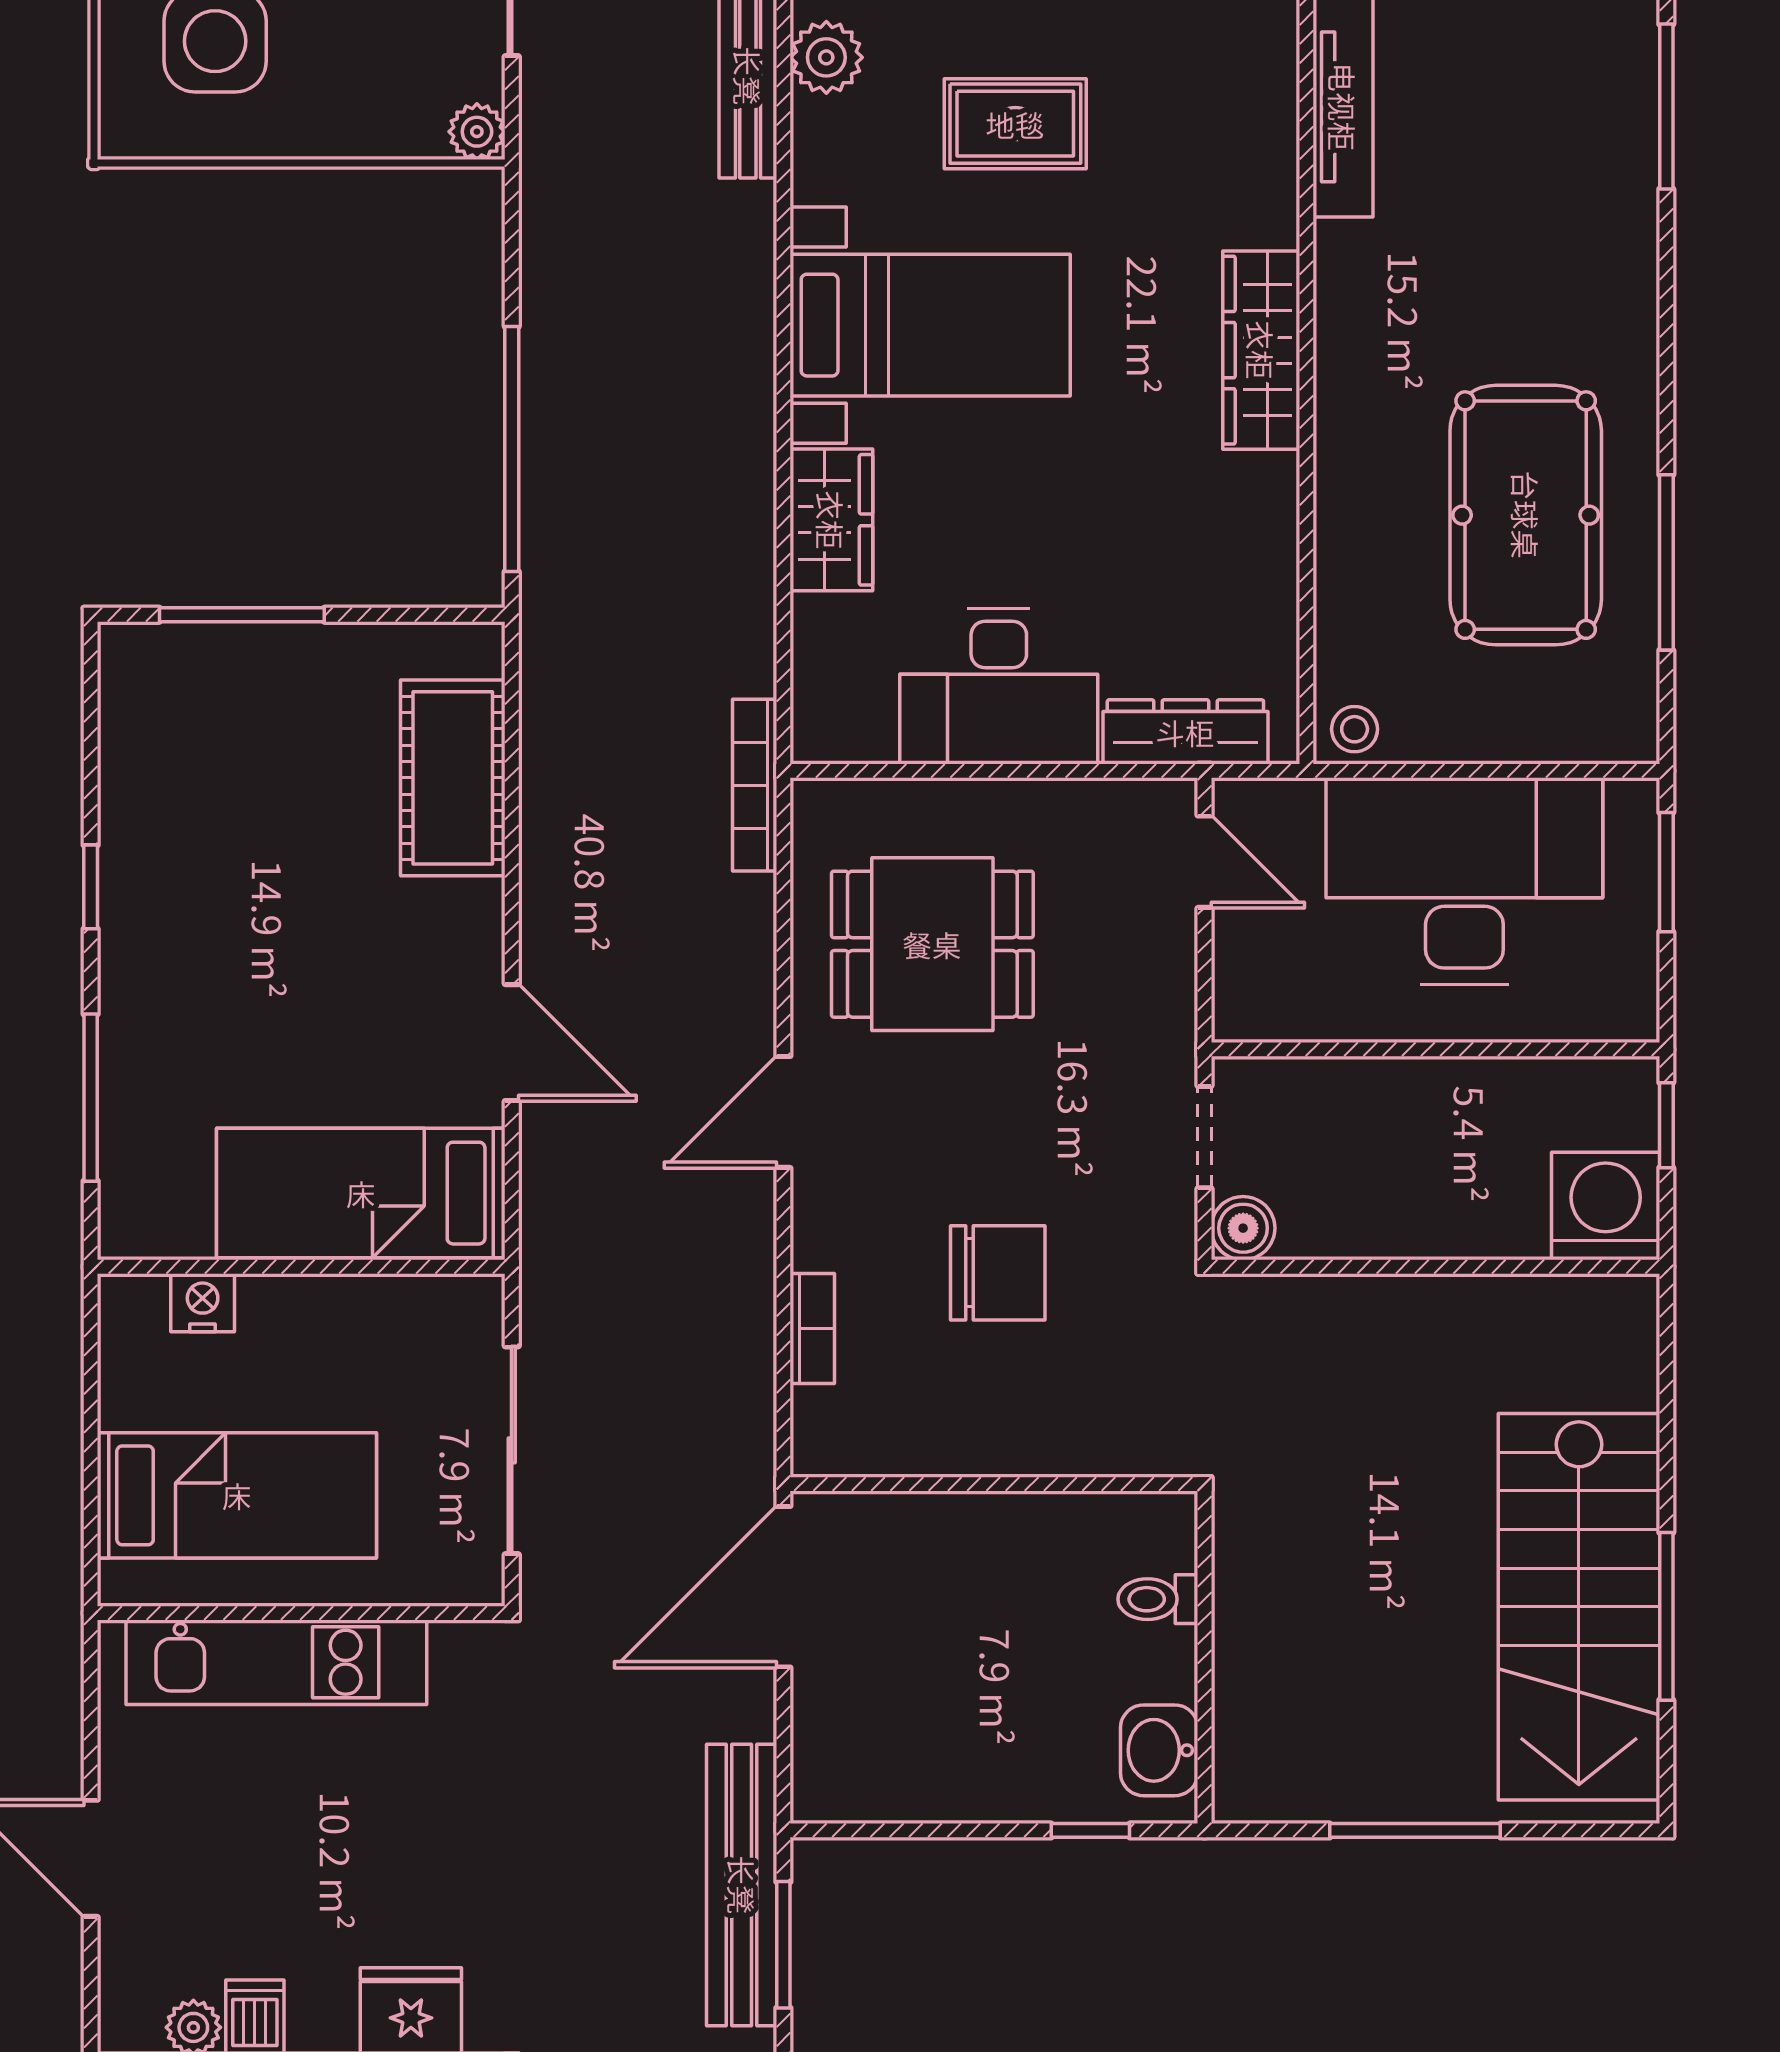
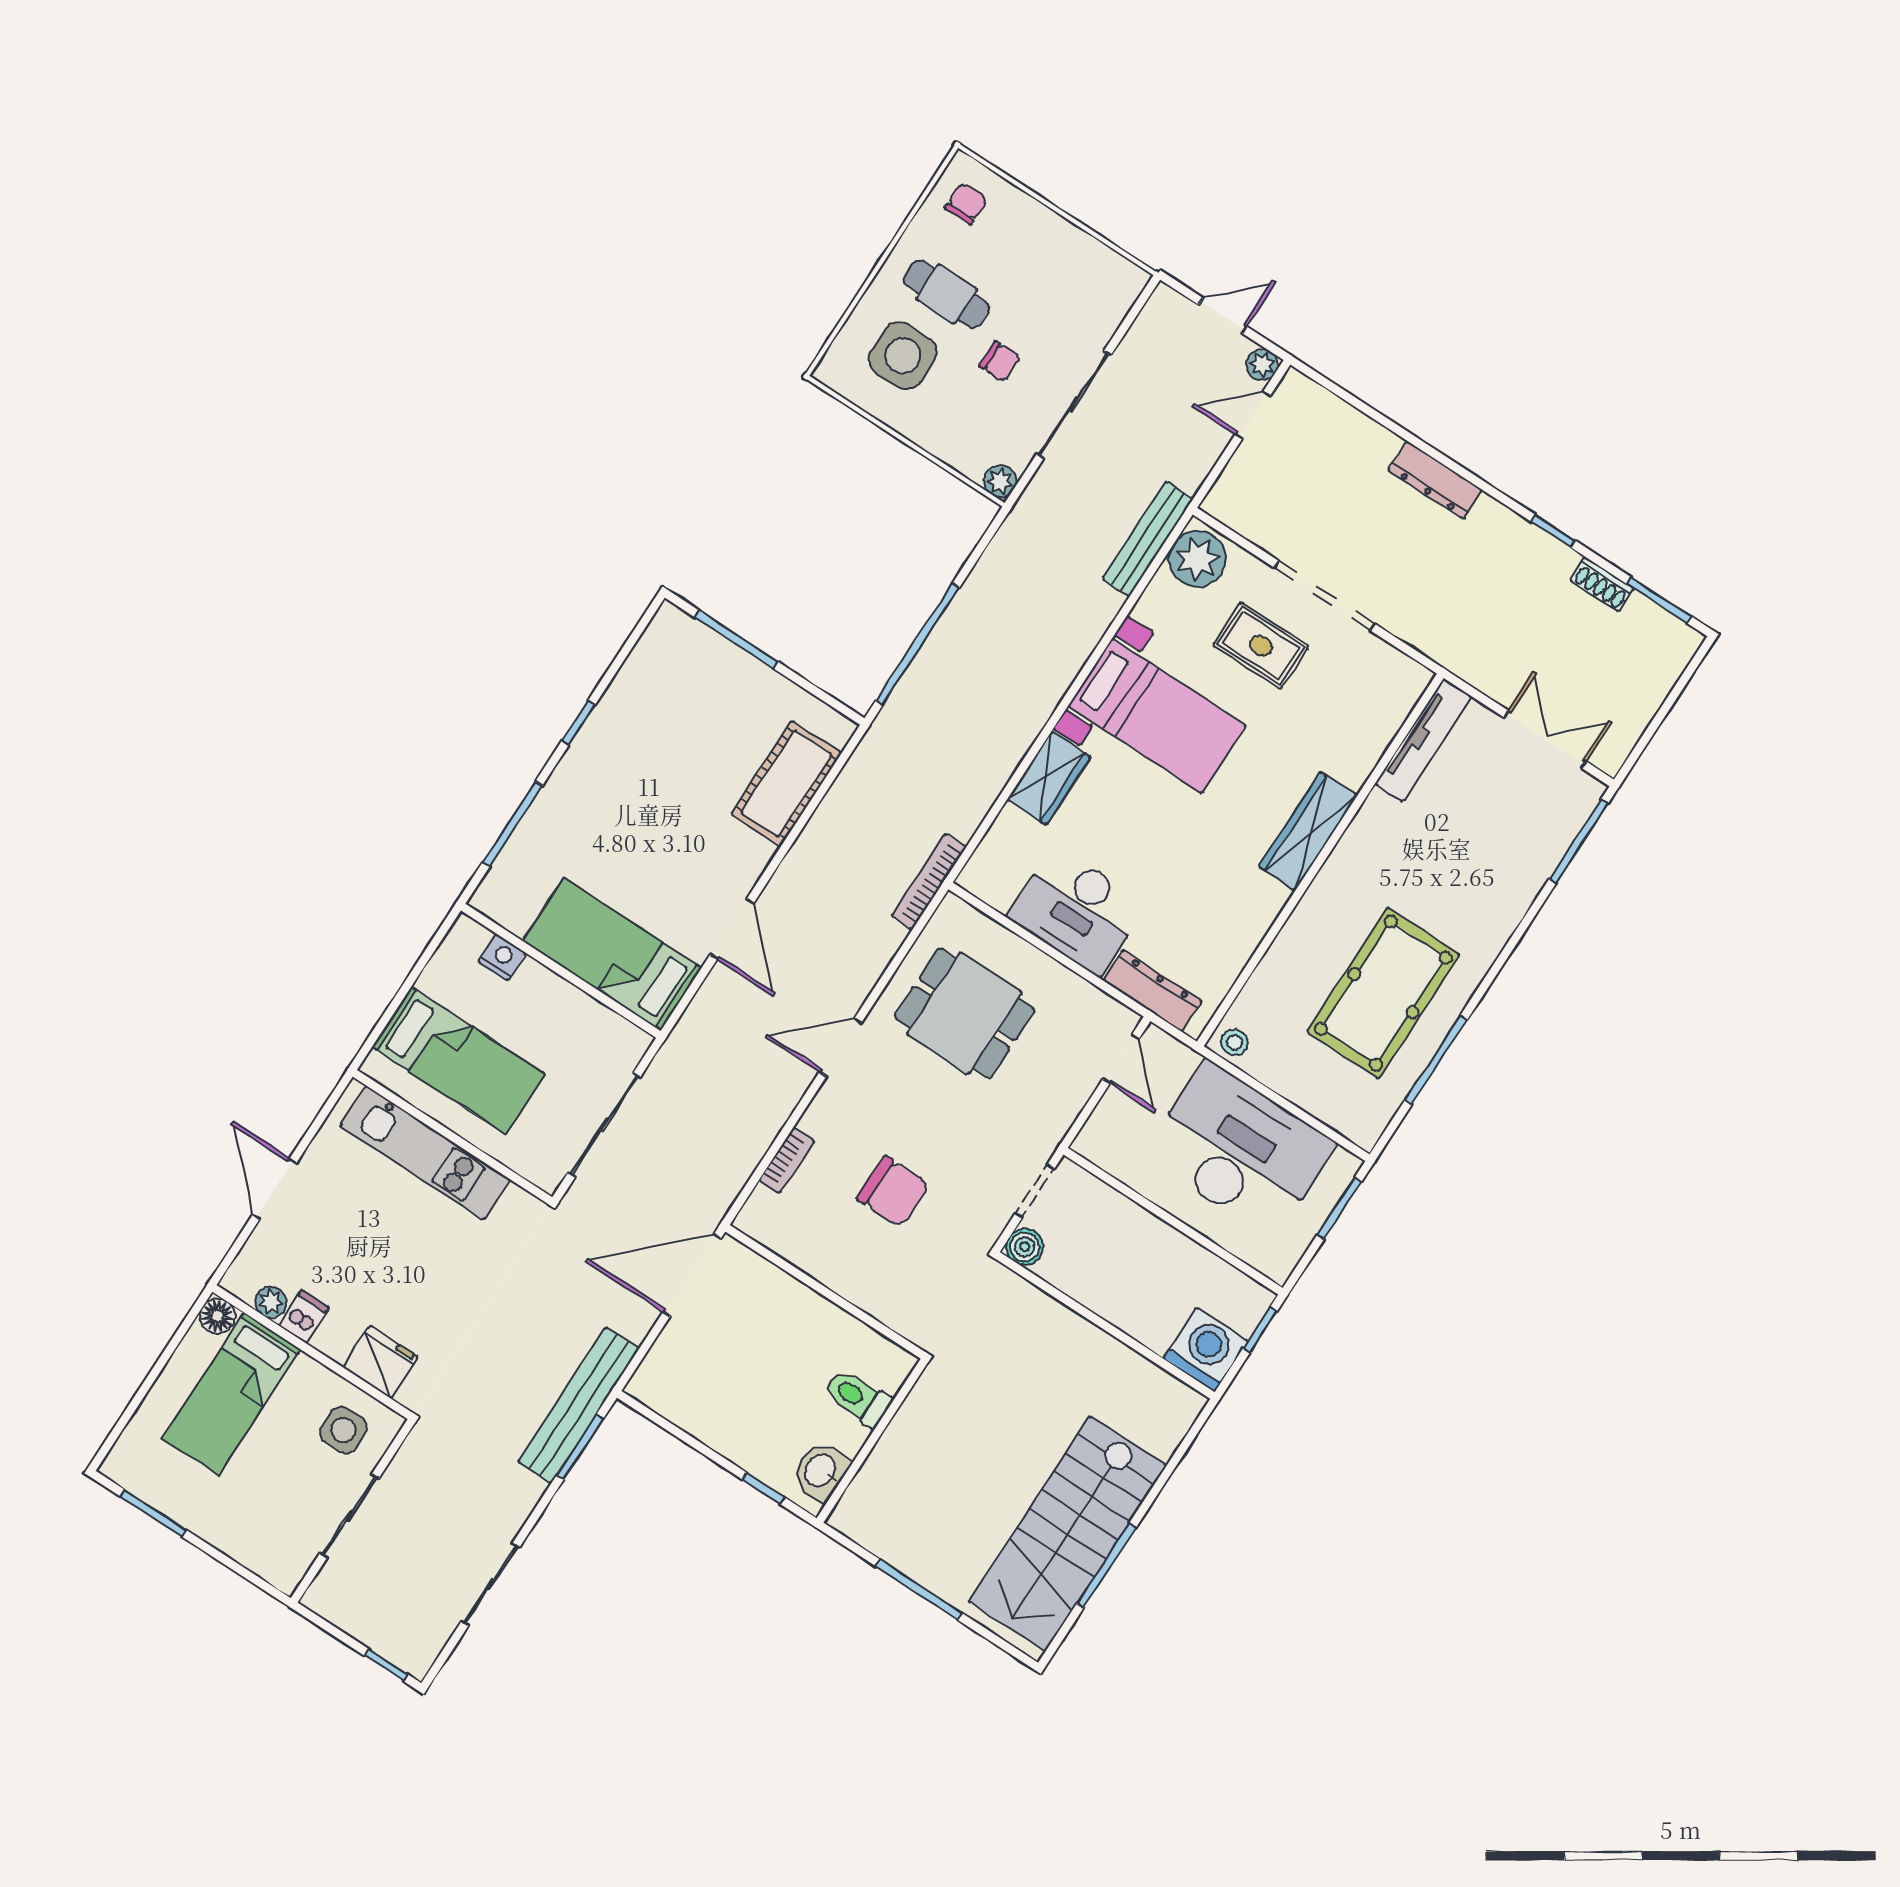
plant: (826, 57) -> (1197, 559), width x1.36, depth x1.36
toilet: (1158, 1599) -> (858, 1398), width x1.37, depth x1.39

